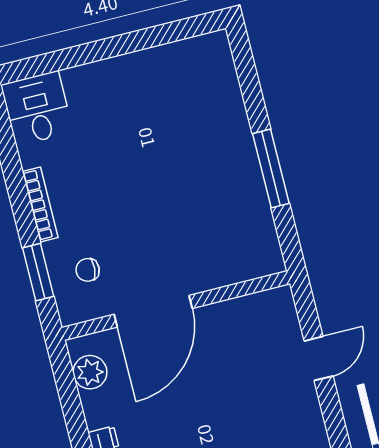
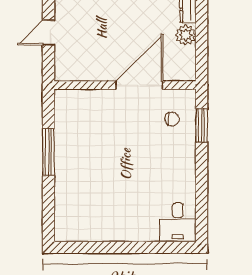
bookcase: (40, 204) -> (190, 165), removed
plant: (90, 372) -> (186, 35), moved

